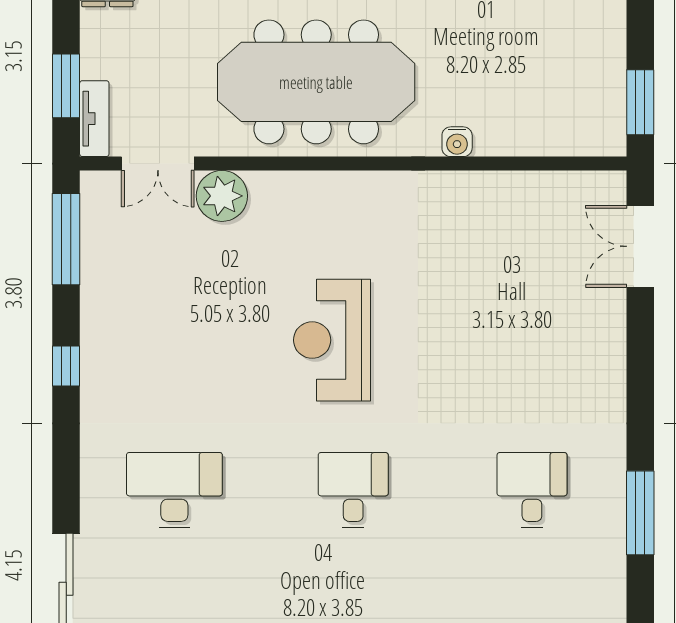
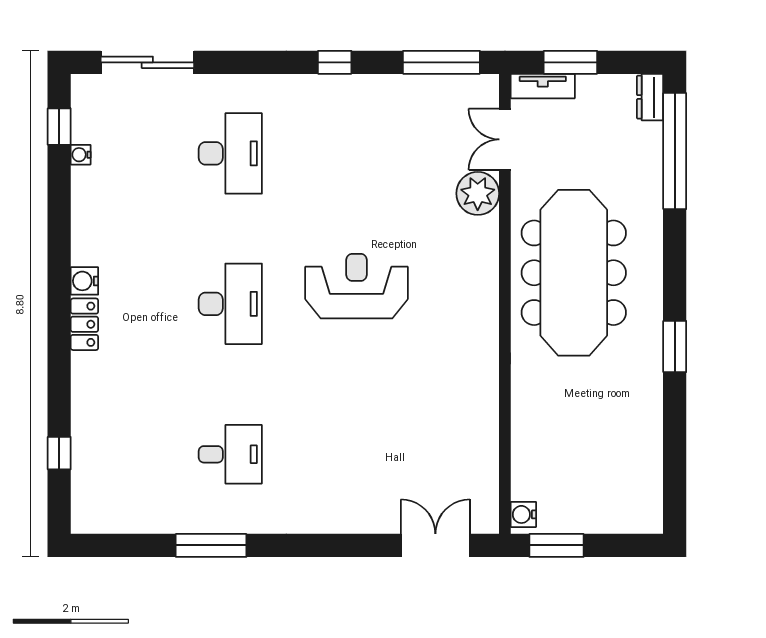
water cooler: (457, 142) -> (523, 514), moved
desk: (353, 490) -> (230, 304), width x1.37

